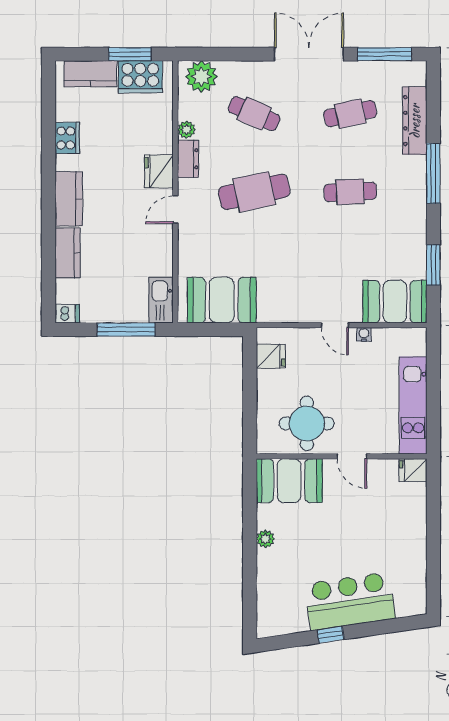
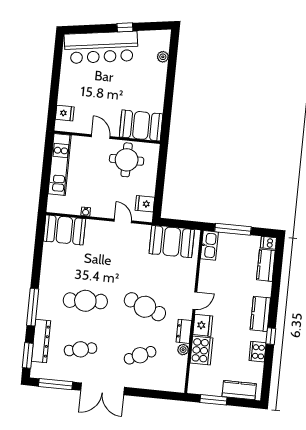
cooker: (140, 77) -> (201, 350), moved, turned 90
plant: (201, 77) -> (171, 381), removed
cafe table: (254, 114) -> (140, 355), turned -48
window: (49, 165) -> (271, 336), added
cafe table: (254, 192) -> (145, 307), turned 33
cafe table: (350, 192) -> (85, 301), width x1.37, depth x1.35
kitchen counter: (68, 253) -> (266, 265), moved
window: (433, 265) -> (28, 355), moved
door: (335, 325) -> (123, 221), moved
fridge: (413, 470) -> (65, 113), moved
plant: (265, 539) -> (163, 57), moved
bar counter: (350, 601) -> (101, 47), width x1.36

